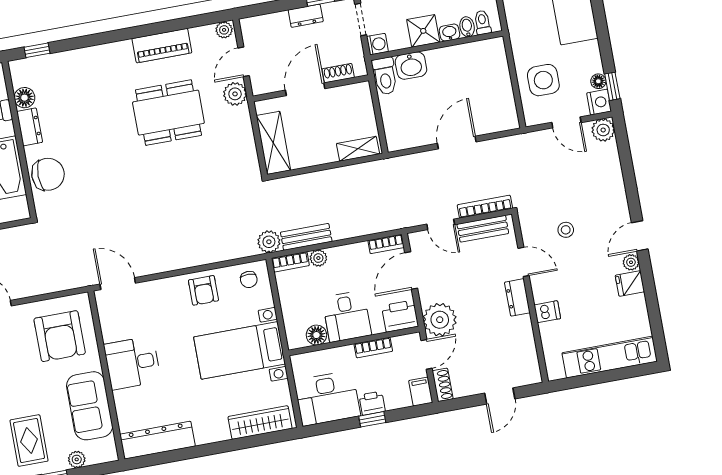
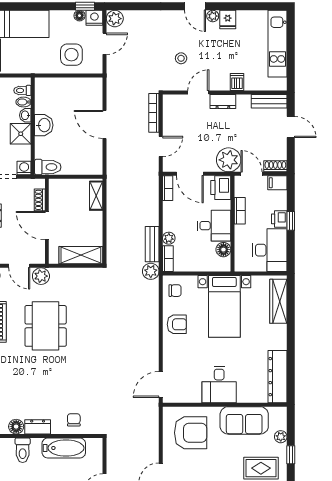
washbasin: (411, 66) -> (44, 125), moved
chair: (48, 174) -> (74, 420), width x0.54, depth x0.54
bench: (483, 229) -> (269, 101), moved, turned 90

